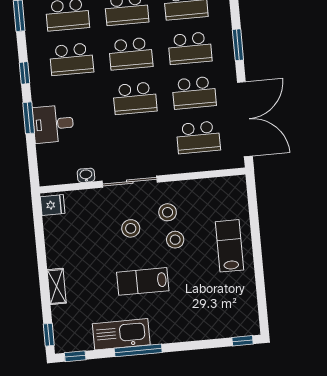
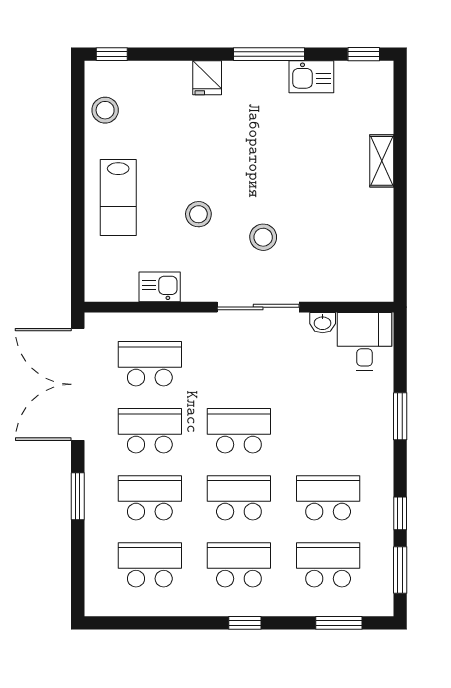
window: (24, 73) -> (400, 513), moved
desk: (53, 124) -> (365, 342), moved, turned -90
kitchen sink: (196, 189) -> (160, 287), added
fridge: (53, 205) -> (207, 78), moved, turned -90
stool: (168, 212) -> (105, 110), moved
lab bench: (143, 281) -> (253, 156), removed
kitchen sink: (121, 334) -> (311, 77), width x0.53, depth x0.81
window: (49, 335) -> (400, 90), removed

